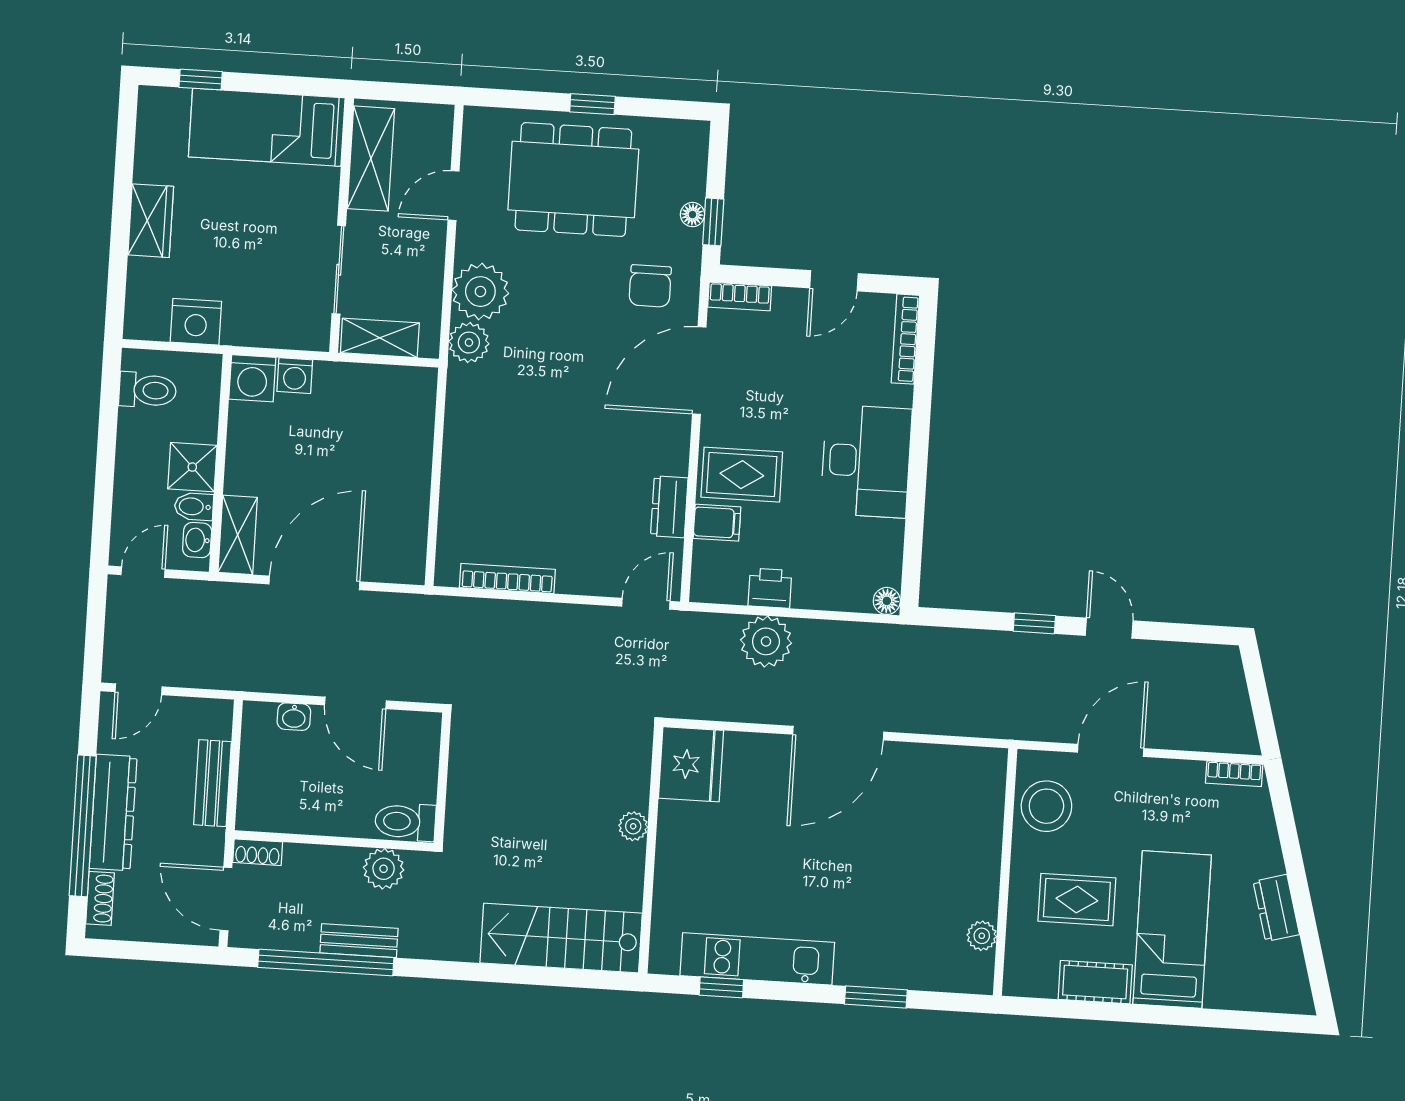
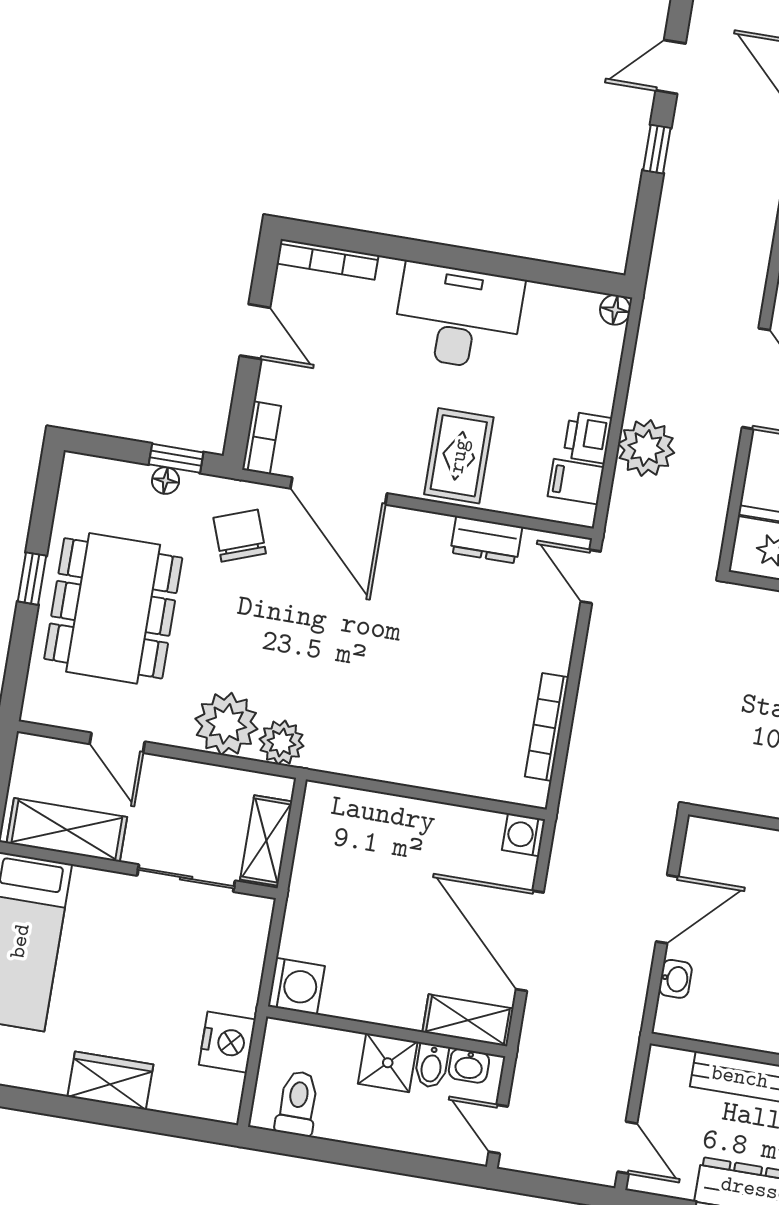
chair: (650, 286) -> (240, 536), turned -110
washing machine: (295, 376) -> (523, 835), moved, turned 180
filing cabinet: (717, 523) -> (576, 482), moved, turned -90

